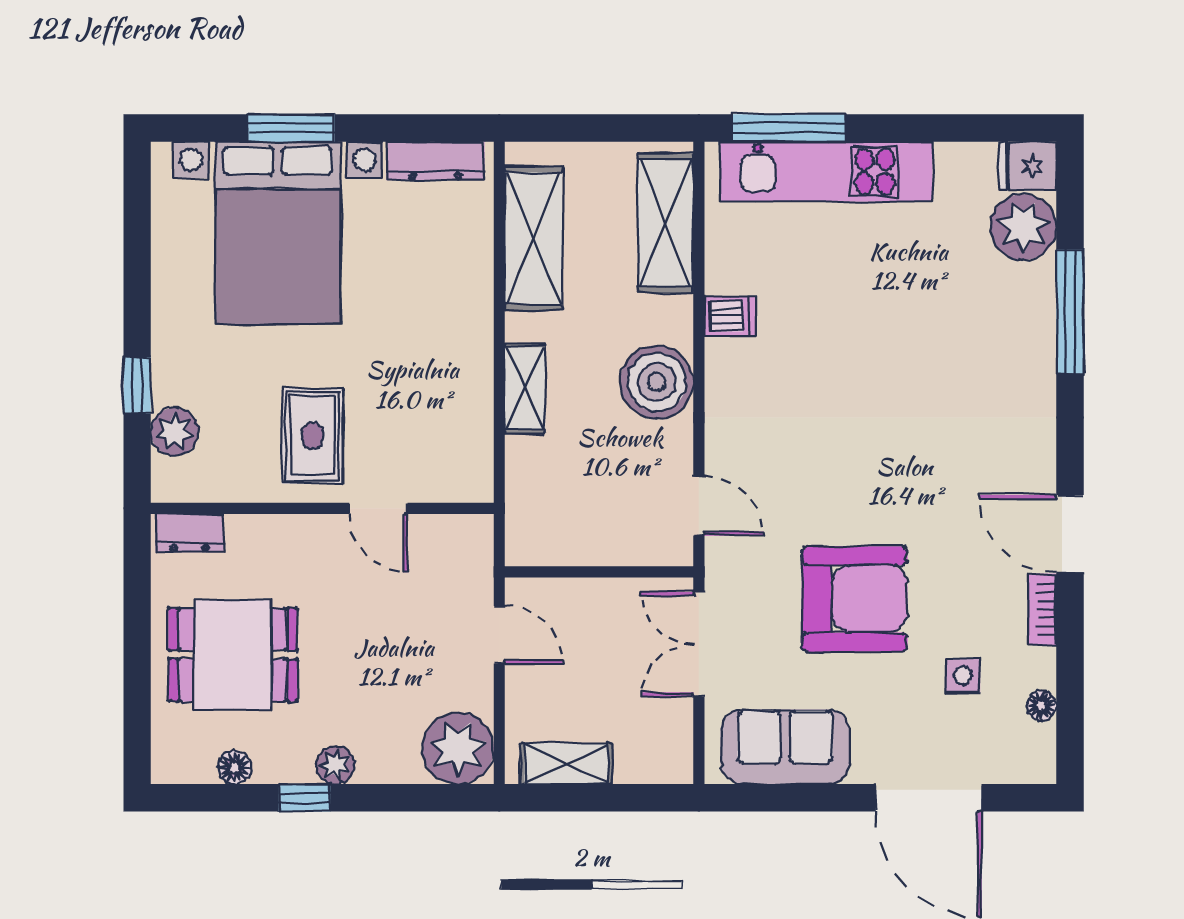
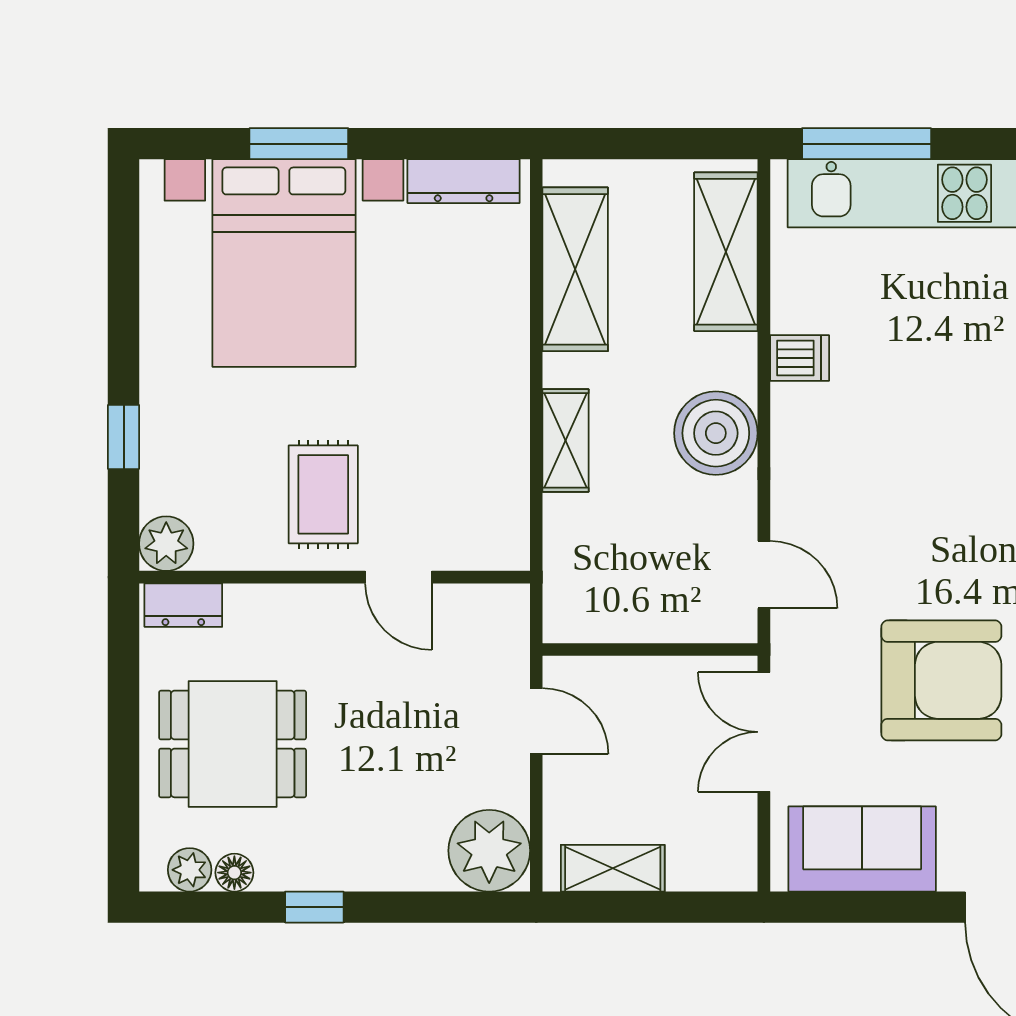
plant: (175, 432) -> (166, 544), moved
plant: (335, 765) -> (190, 870), moved

